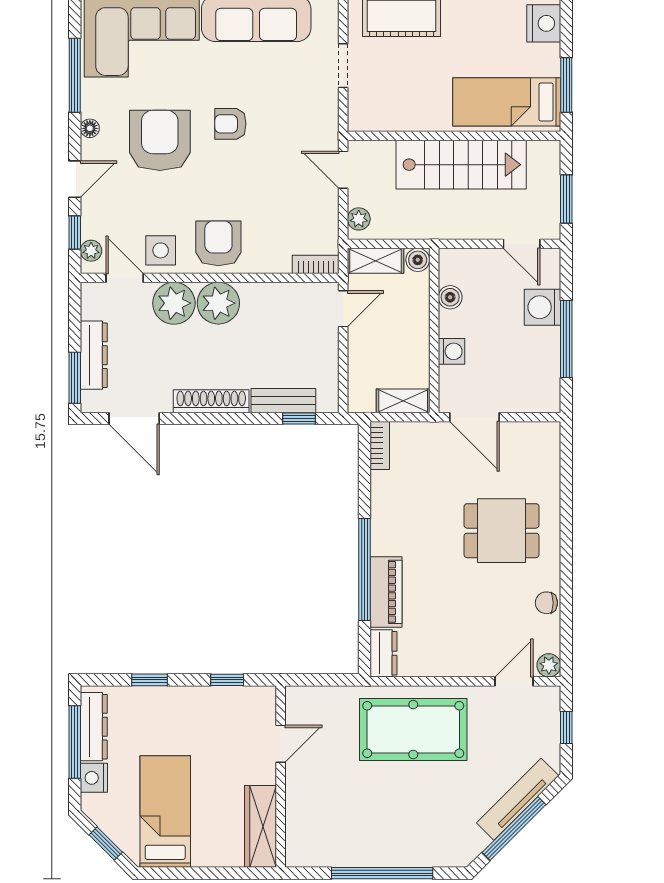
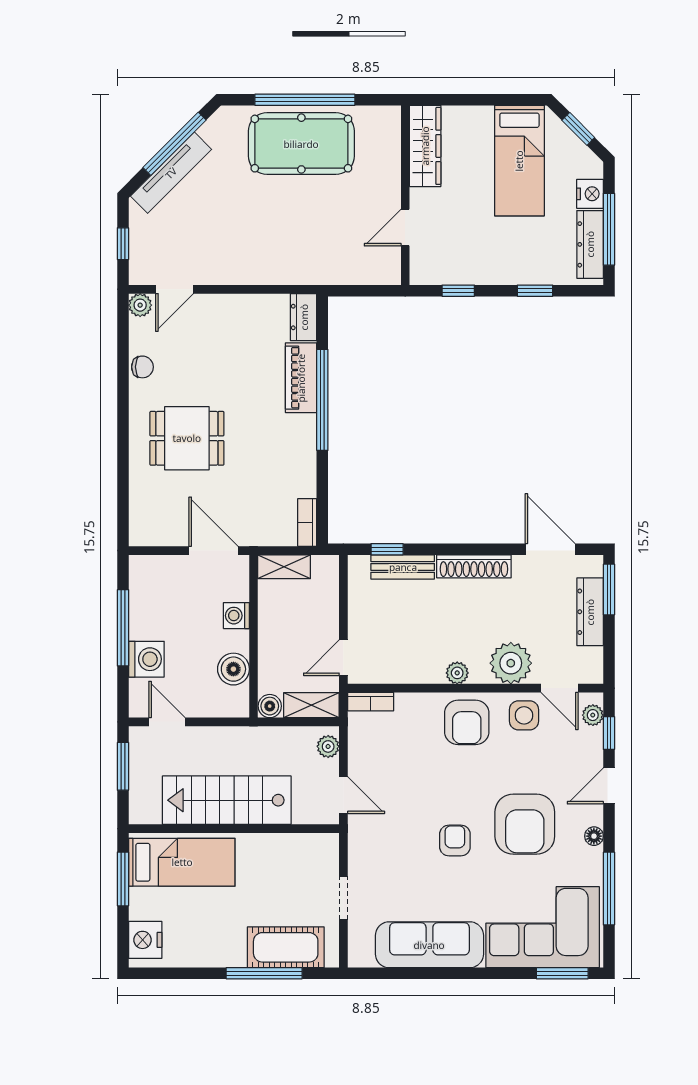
armchair: (230, 124) -> (455, 840), turned -90
boiler: (450, 297) -> (233, 669), width x1.36, depth x1.36
plant: (218, 303) -> (457, 673), width x0.53, depth x0.53
pool table: (413, 730) -> (301, 144), moved

